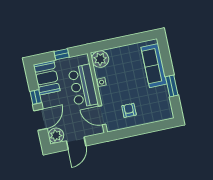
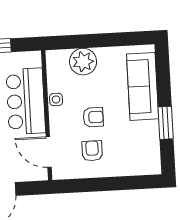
plant: (100, 59) -> (83, 62), moved
armchair: (126, 89) -> (93, 117), added

